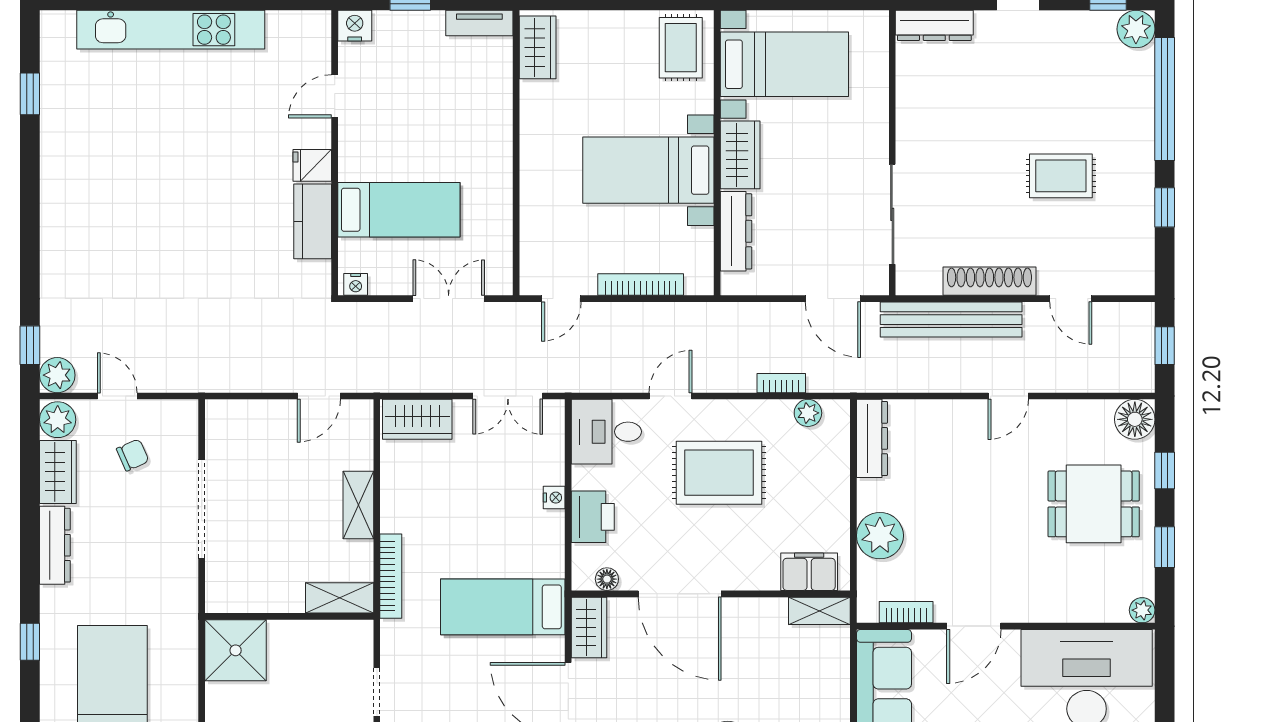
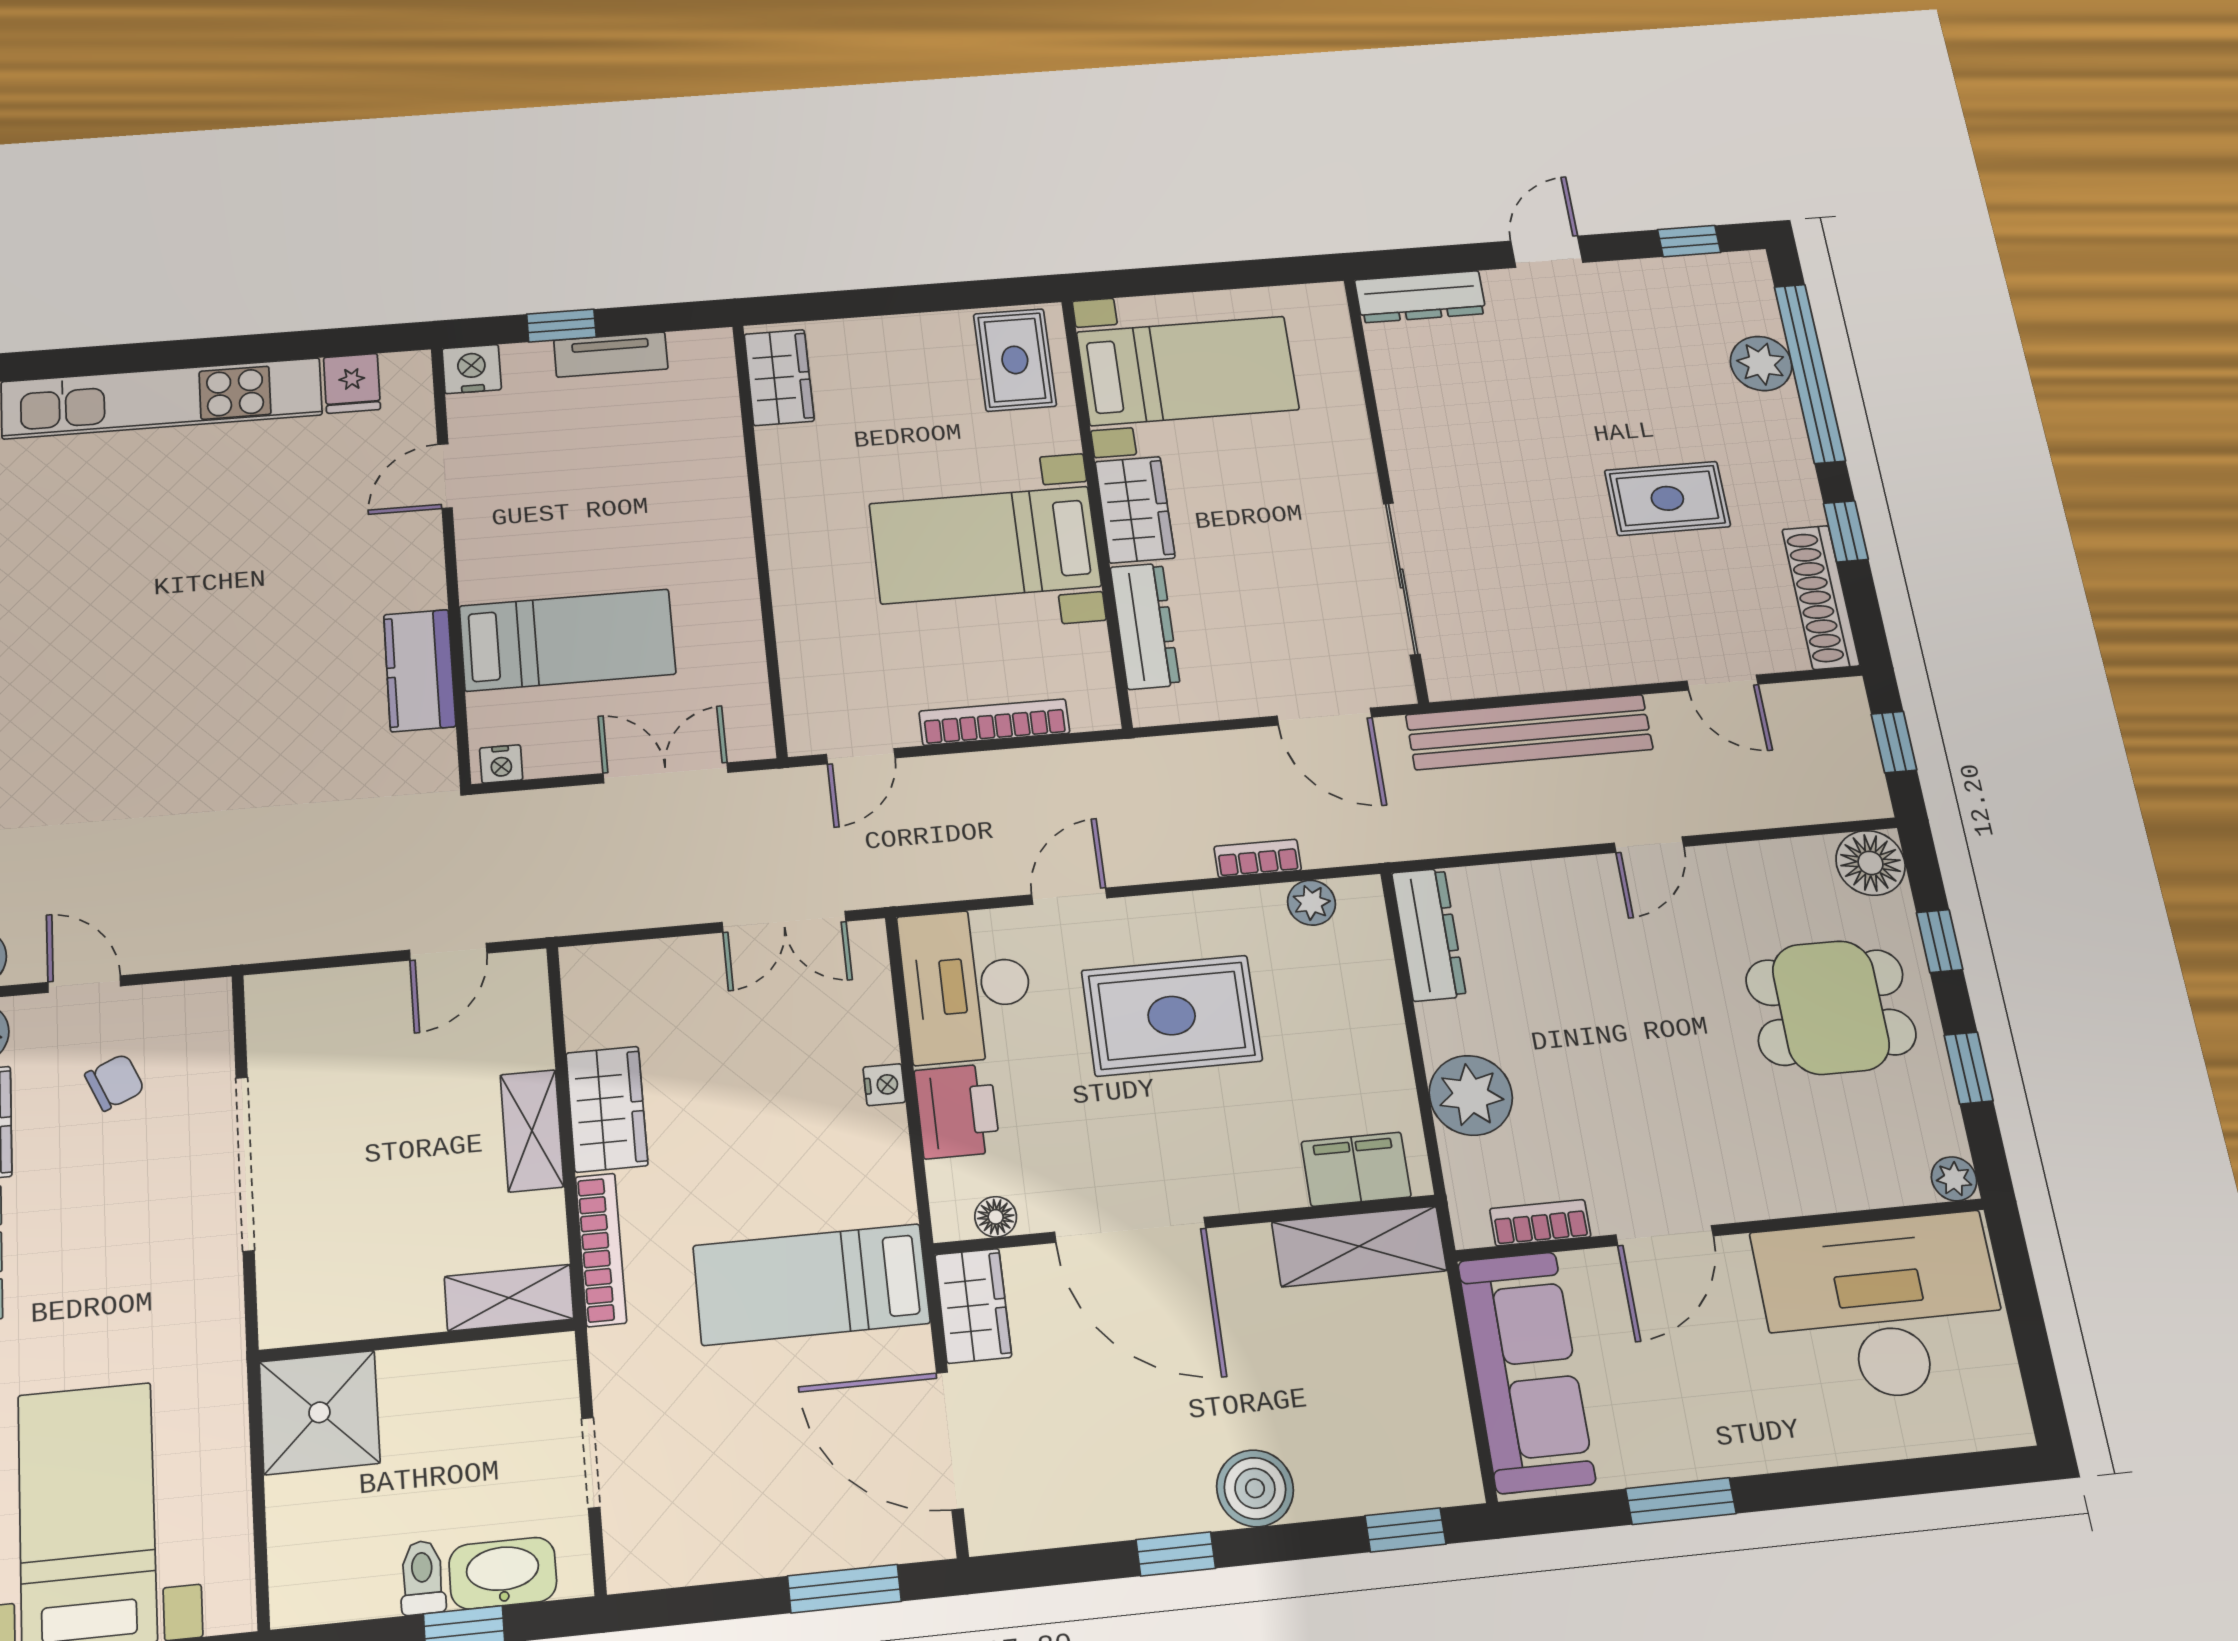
tv unit: (479, 23) -> (611, 355), moved
plant: (1136, 29) -> (1761, 364), moved
fridge: (312, 165) -> (352, 383), moved, turned -90
shoe rack: (989, 281) -> (1821, 597), moved, turned -90
wardrobe: (417, 419) -> (607, 1109), moved, turned -90
desk: (606, 432) -> (967, 985), width x1.37
shelving: (819, 611) -> (1359, 1246), width x1.50, depth x1.33

